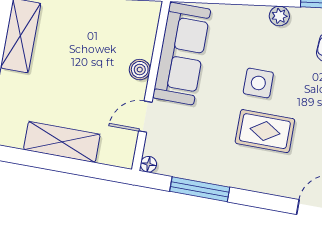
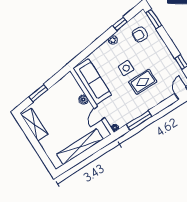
shelving: (62, 142) -> (80, 147), width x1.47

